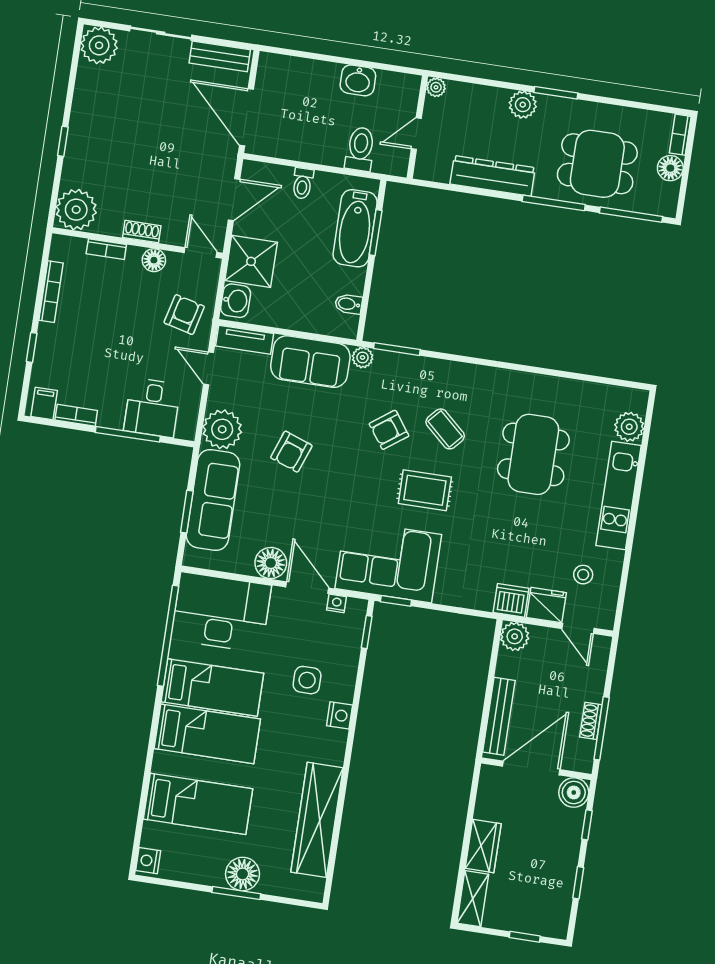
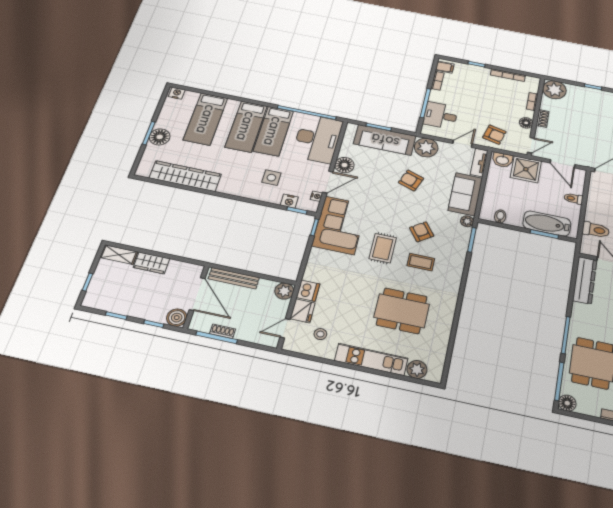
floor lamp: (670, 168) -> (567, 403), moved
dresser: (493, 176) -> (585, 280), moved
coffee table: (445, 429) -> (421, 262), turned 48
nightstand: (340, 715) -> (289, 201), moved

